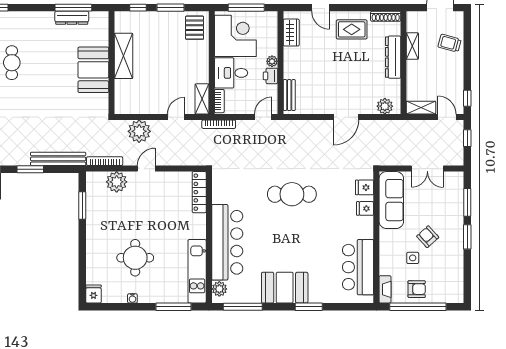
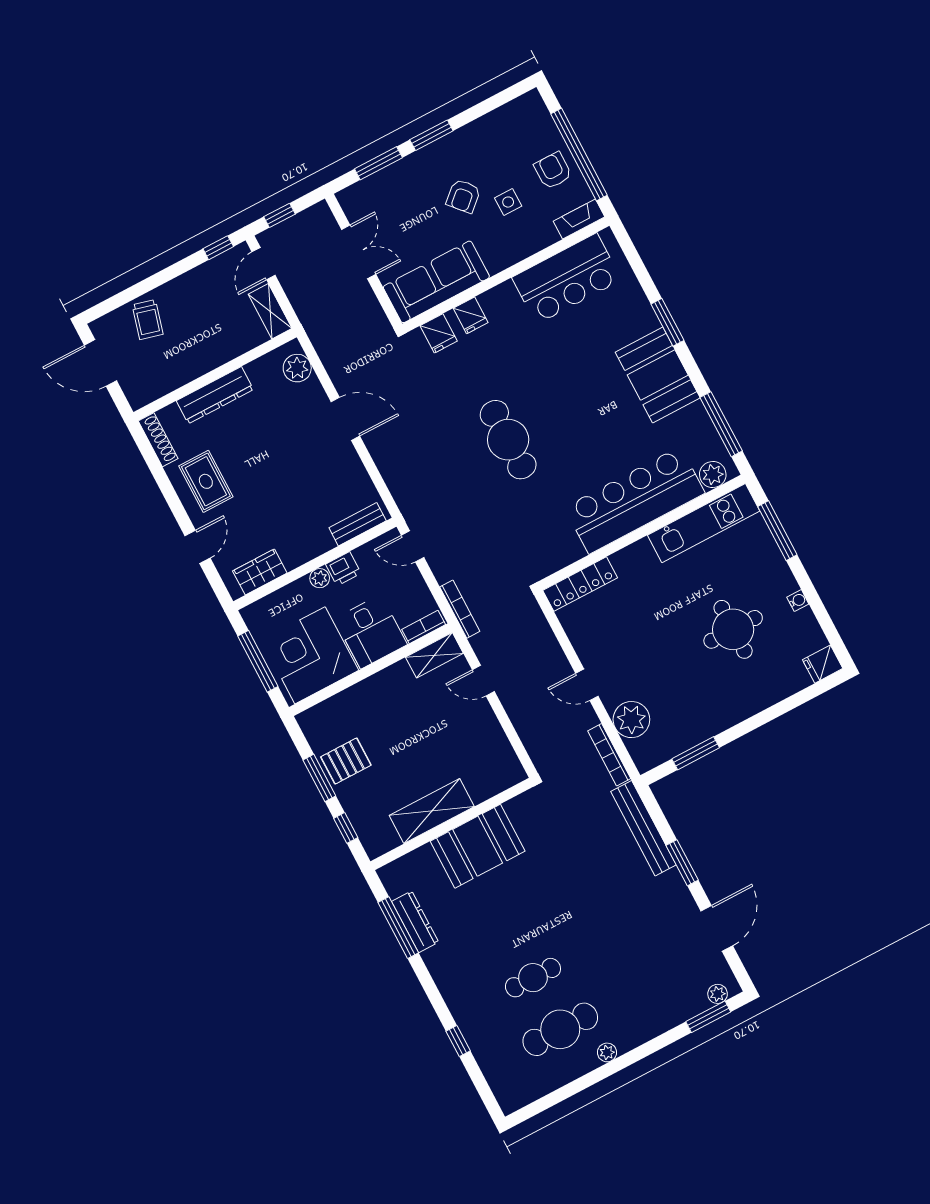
pallet: (195, 28) -> (346, 761), moved
shelving: (412, 46) -> (182, 374), removed
plant: (139, 131) -> (535, 726), removed

